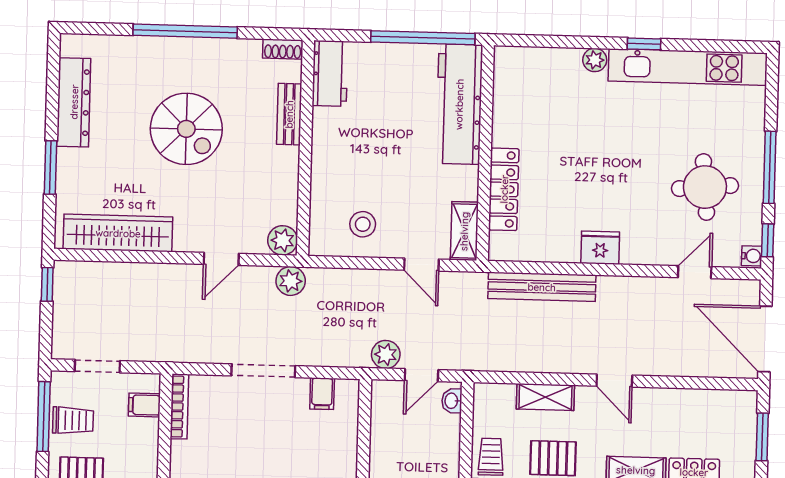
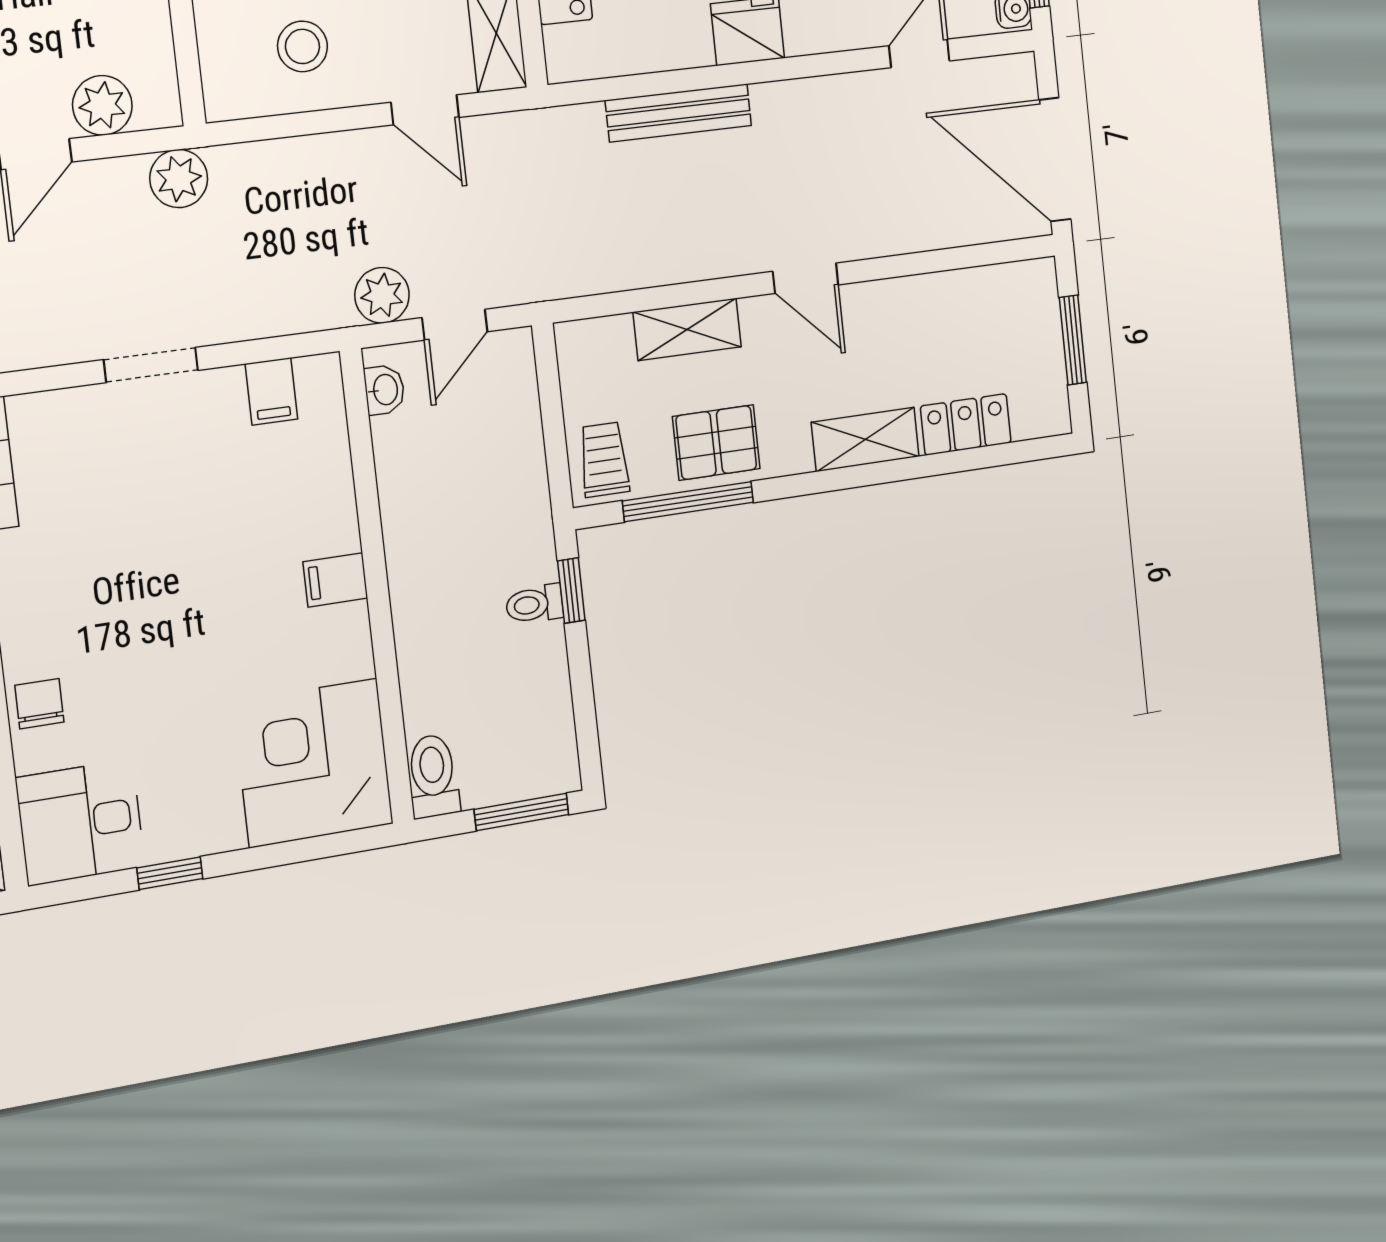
plant: (283, 240) -> (102, 105), moved
bench: (542, 287) -> (679, 113), width x0.73, depth x0.82
doorway: (263, 371) -> (151, 365), width x0.73
washbasin: (452, 401) -> (384, 390), moved, turned 180

